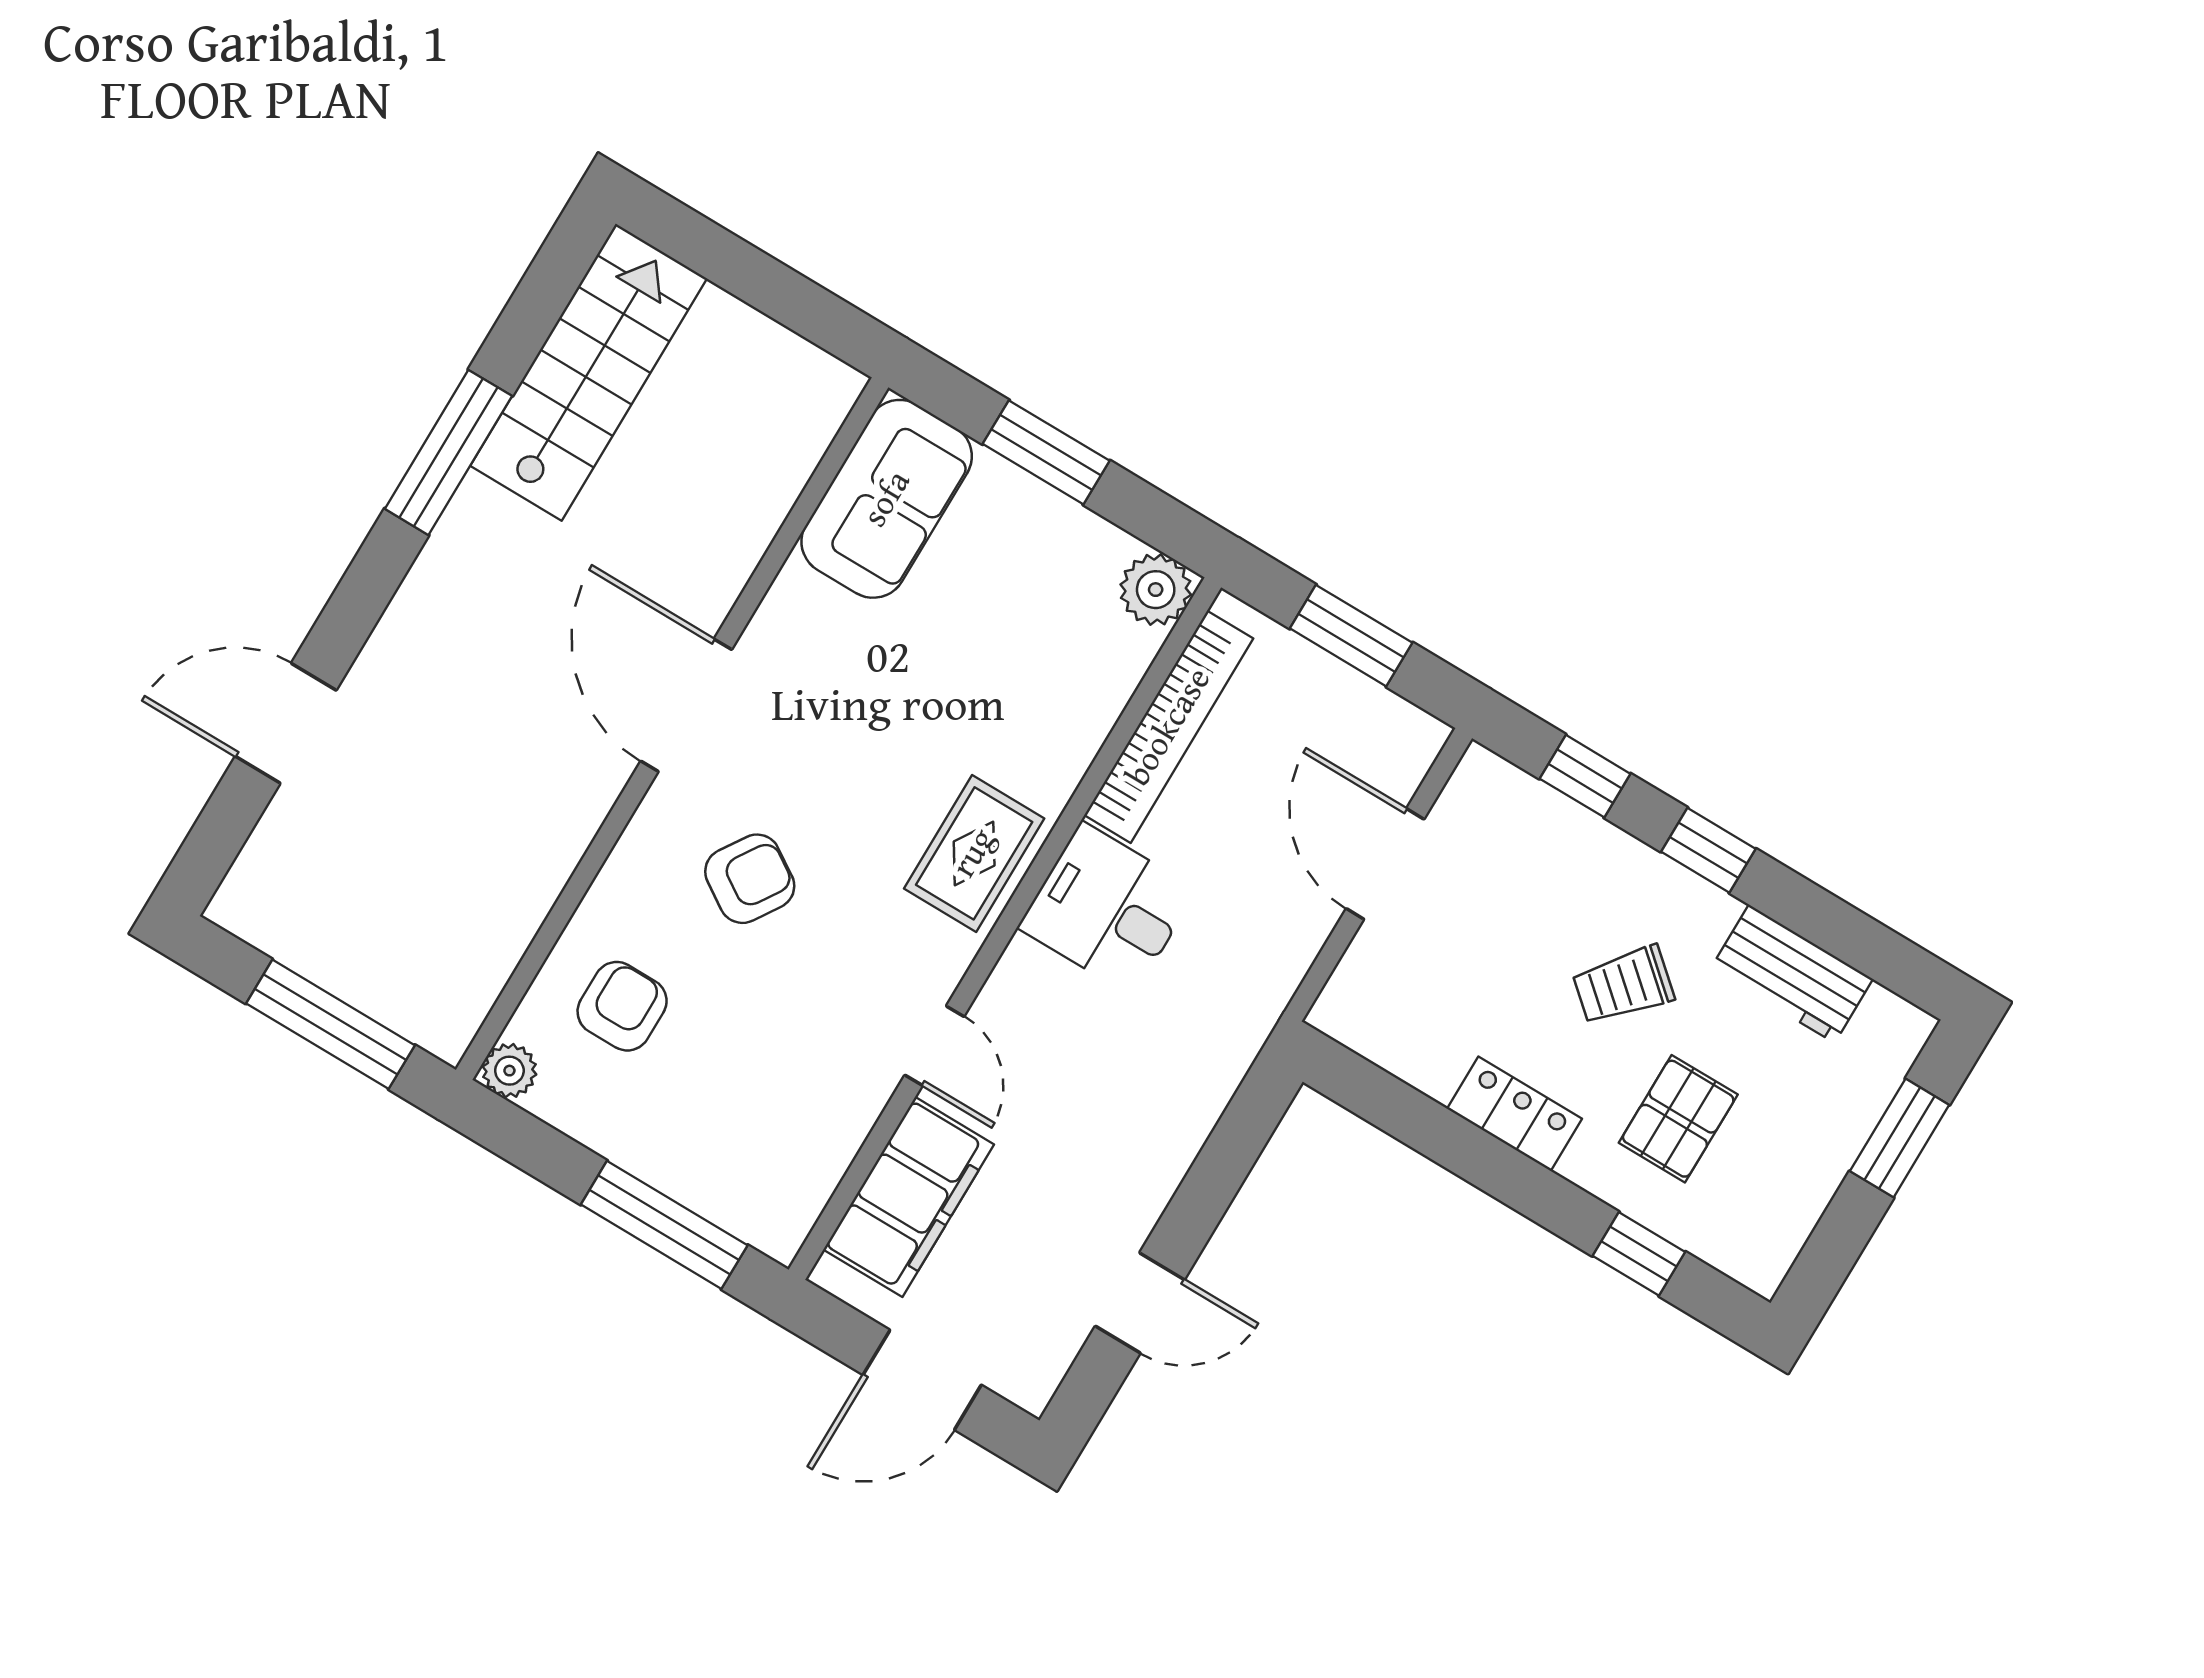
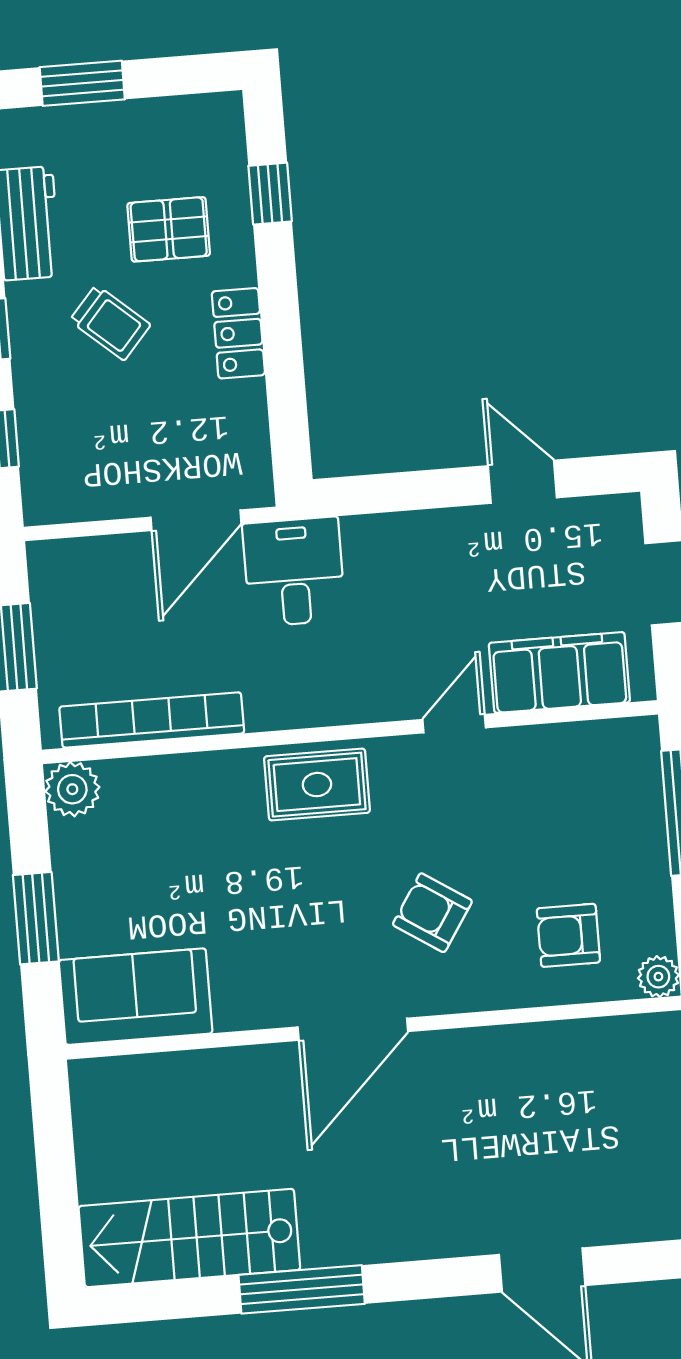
door: (1385, 864) -> (196, 520), moved
desk: (1107, 909) -> (294, 572), moved, turned 180

